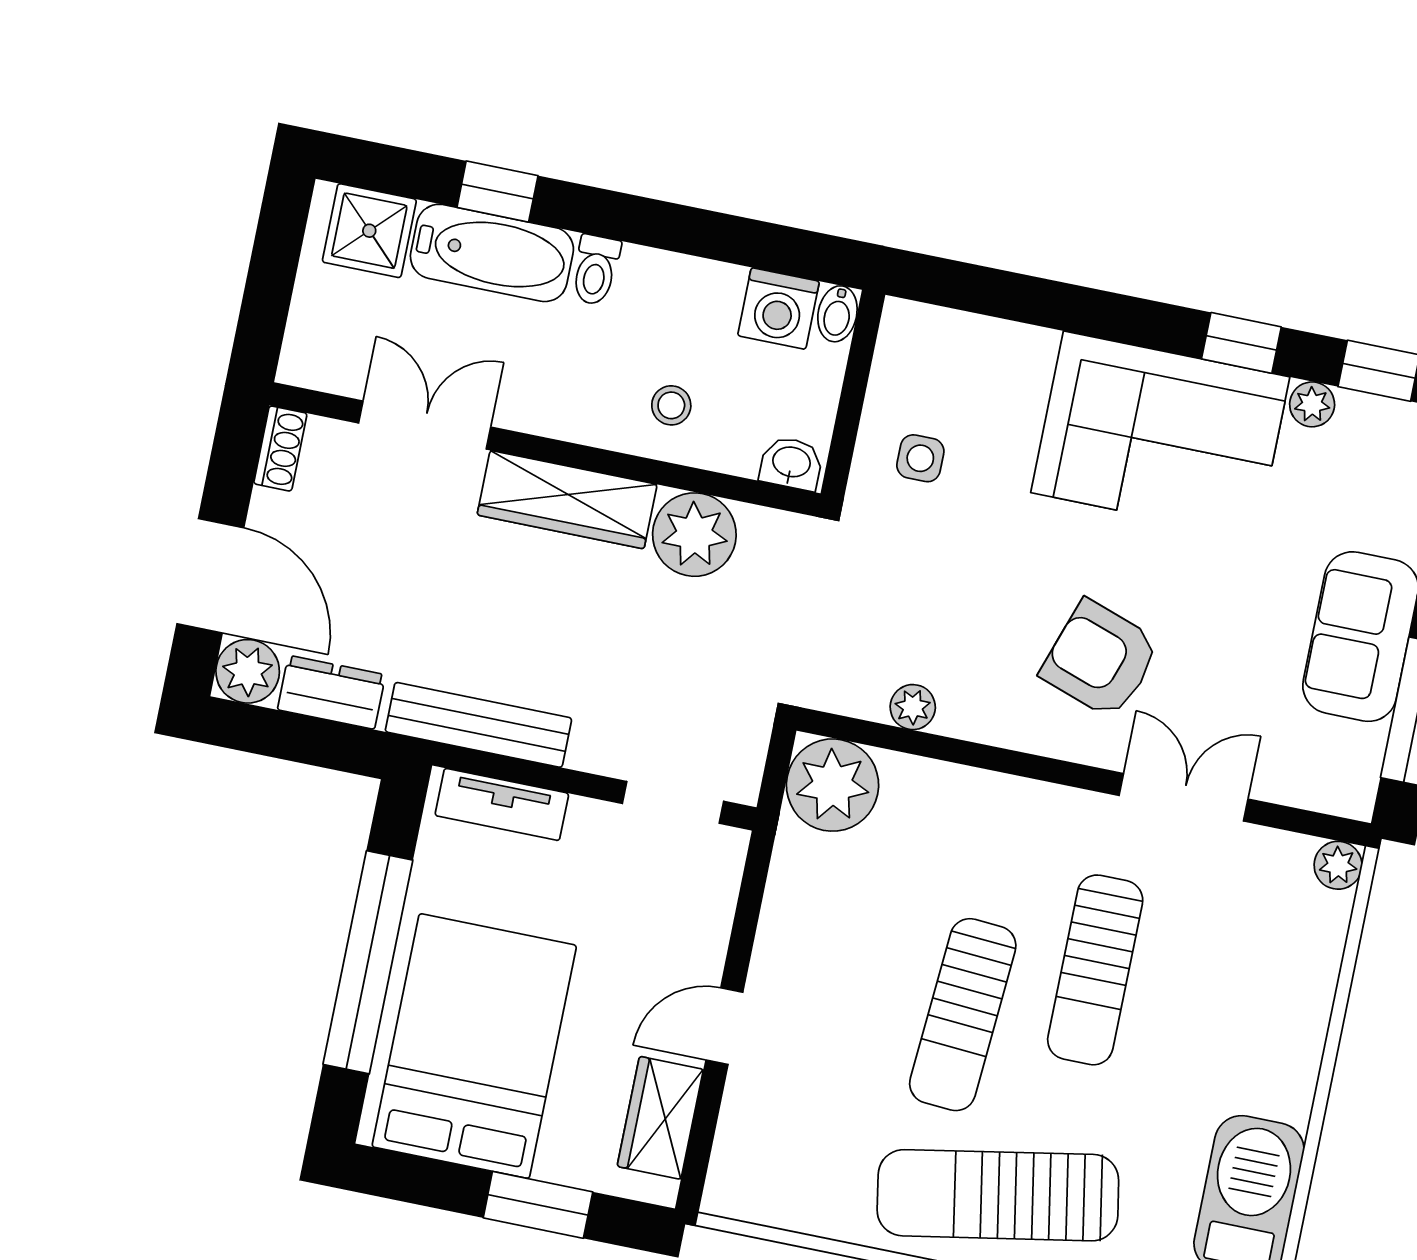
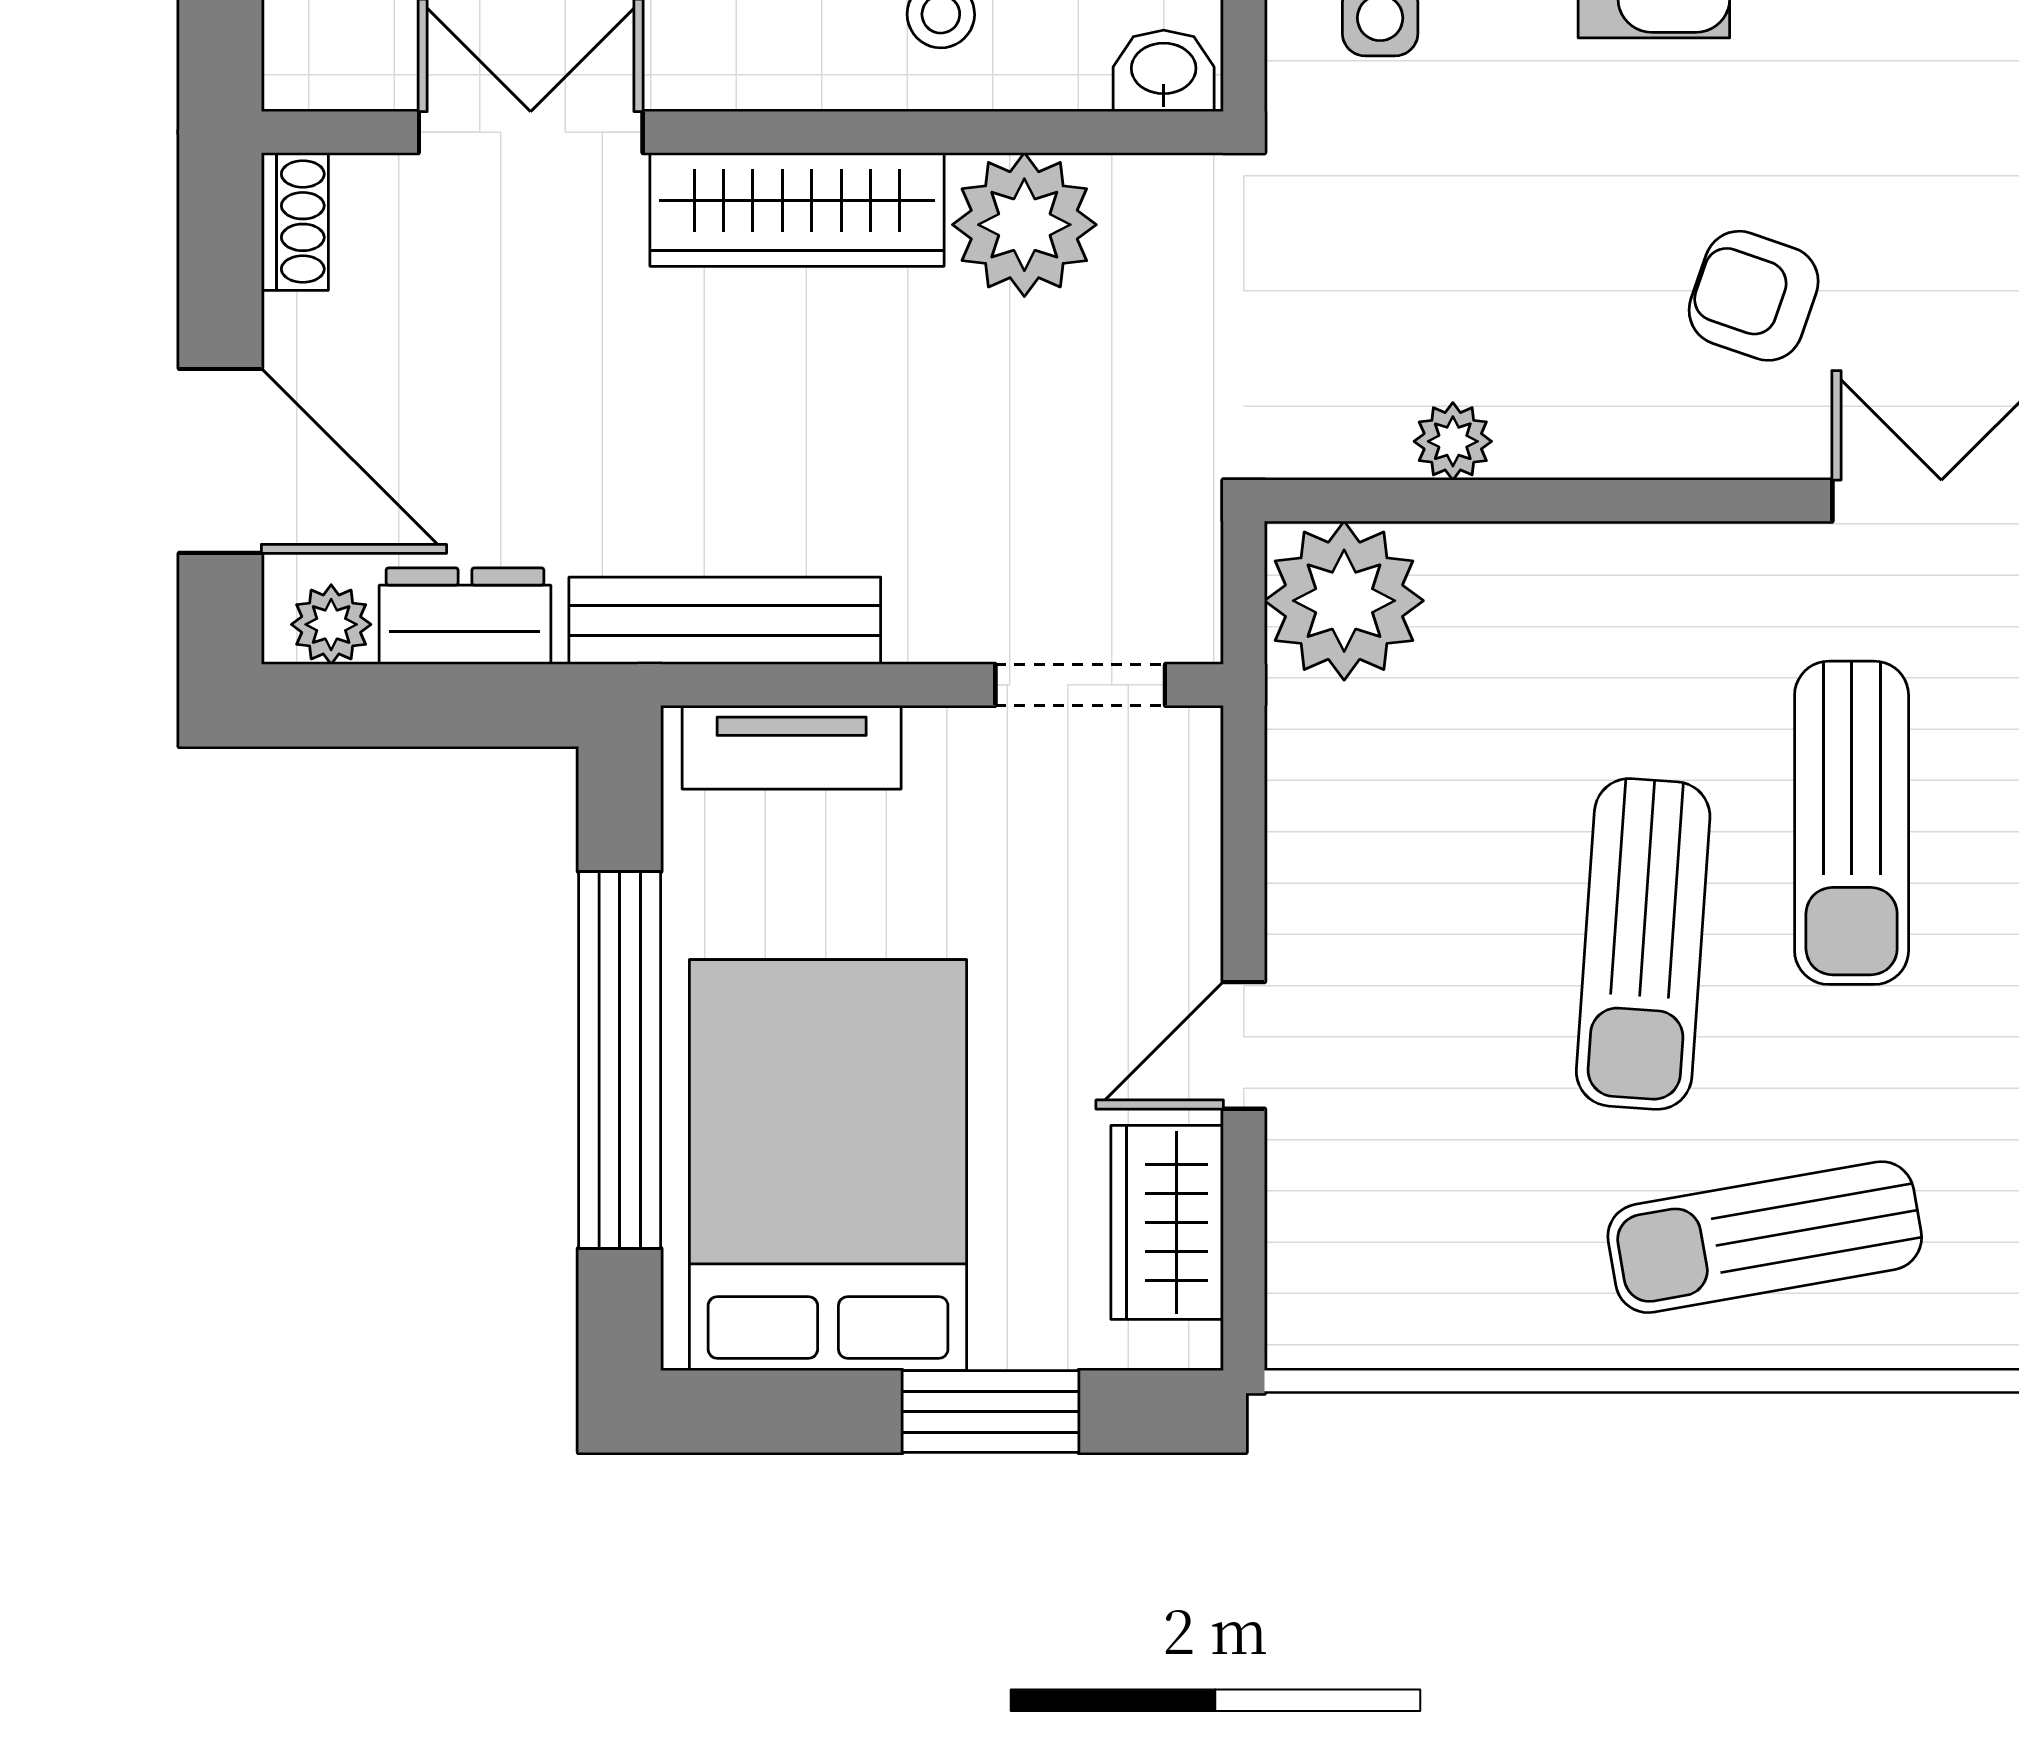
armchair: (1100, 659) -> (1754, 296), width x0.72, depth x0.72
plant: (248, 671) -> (331, 624), width x0.73, depth x0.73
sun lounger: (998, 1195) -> (1765, 1237), width x0.73, depth x0.75

